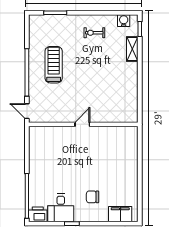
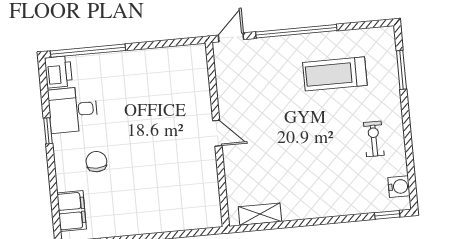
shelving: (132, 49) -> (260, 214), moved
treadmill: (54, 65) -> (335, 74), moved, turned 180

